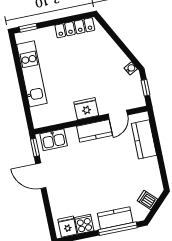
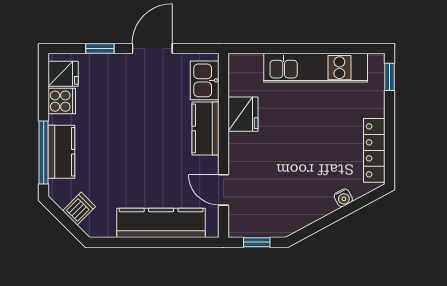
water cooler: (131, 68) -> (343, 198), moved
fridge: (86, 109) -> (243, 114), moved
kitchen counter: (94, 131) -> (206, 128), moved
kitchen counter: (144, 139) -> (161, 223), width x1.50
window: (35, 147) -> (100, 48), moved

